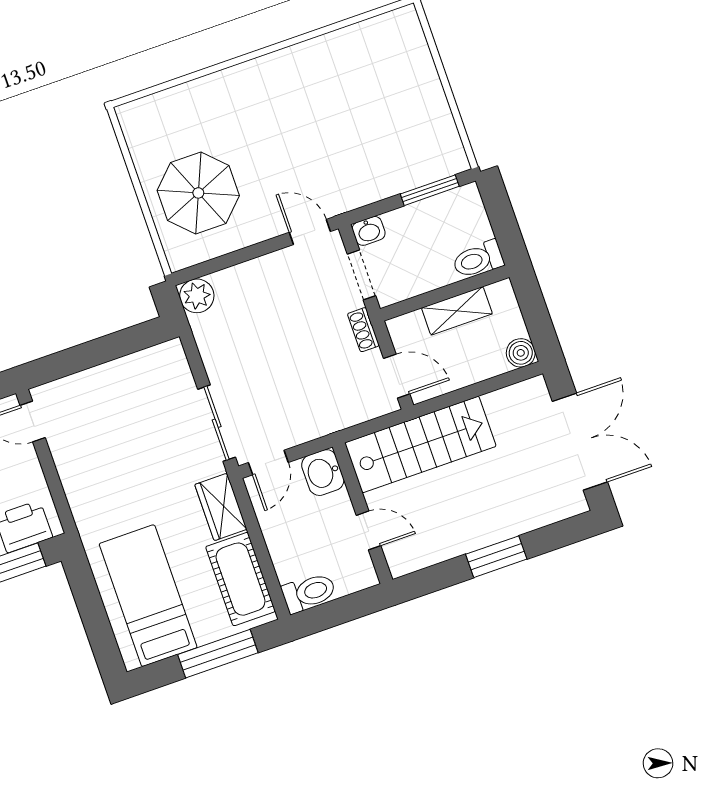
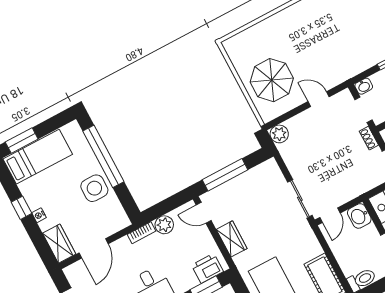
door: (310, 232) -> (319, 99), moved
window: (84, 357) -> (225, 175), added
wardrobe: (221, 507) -> (232, 239), moved, turned 180

